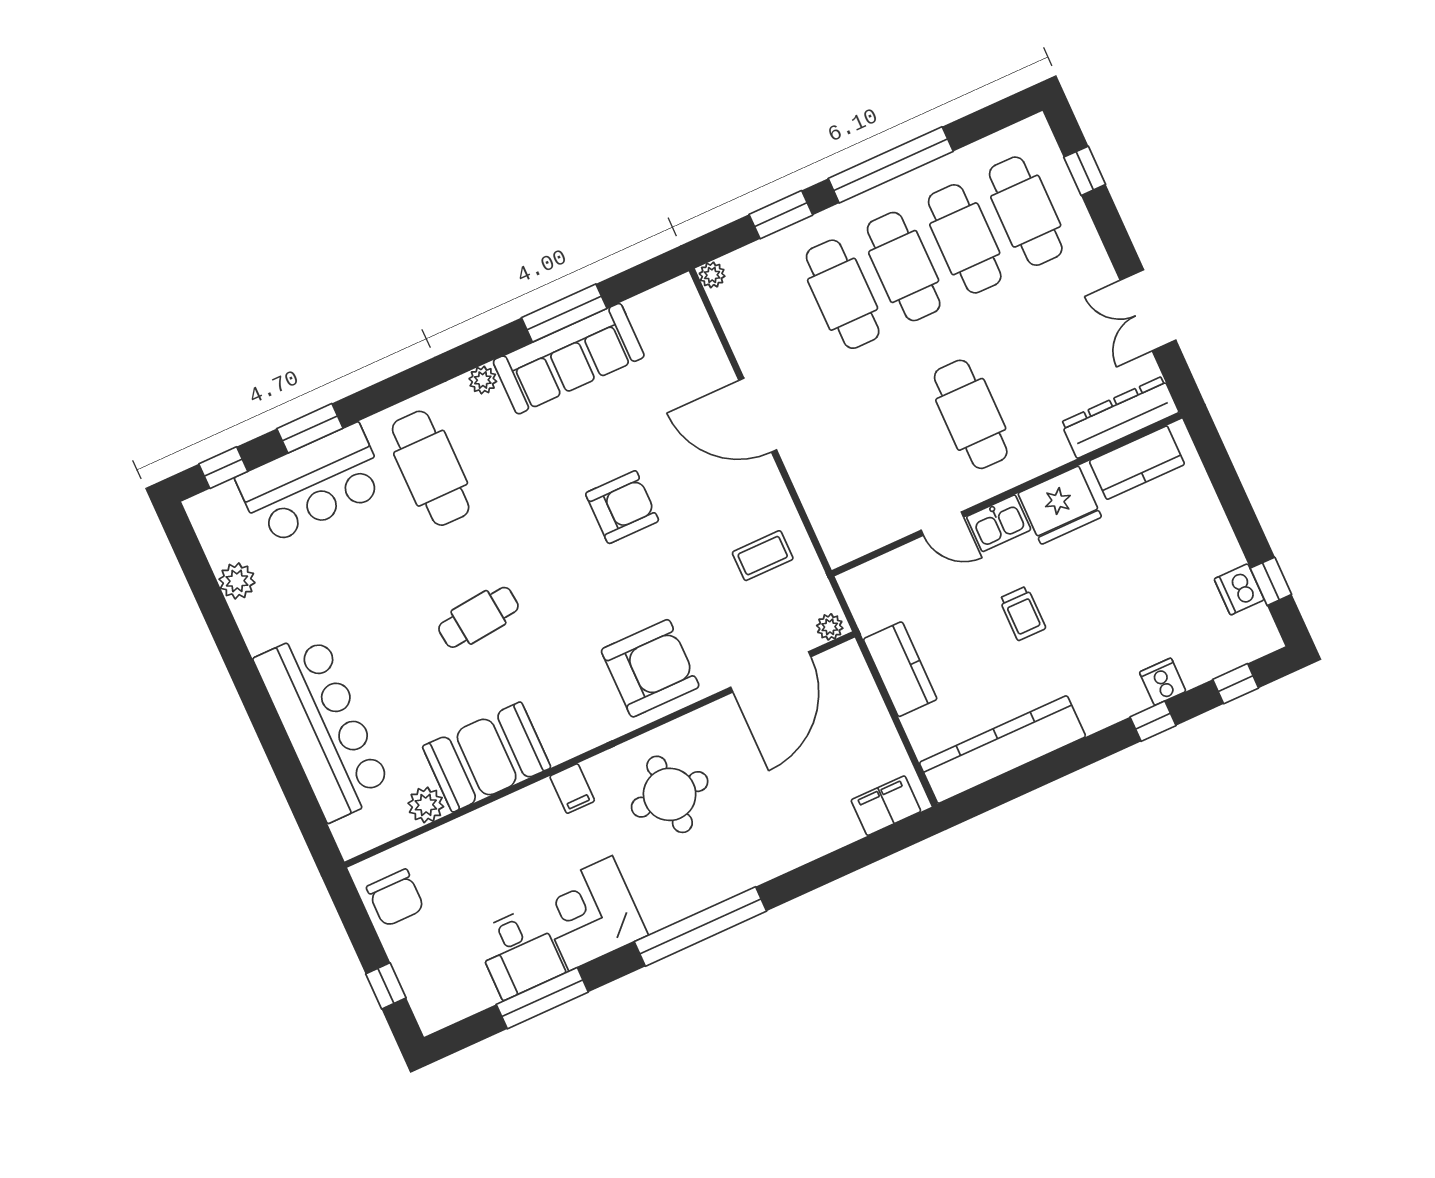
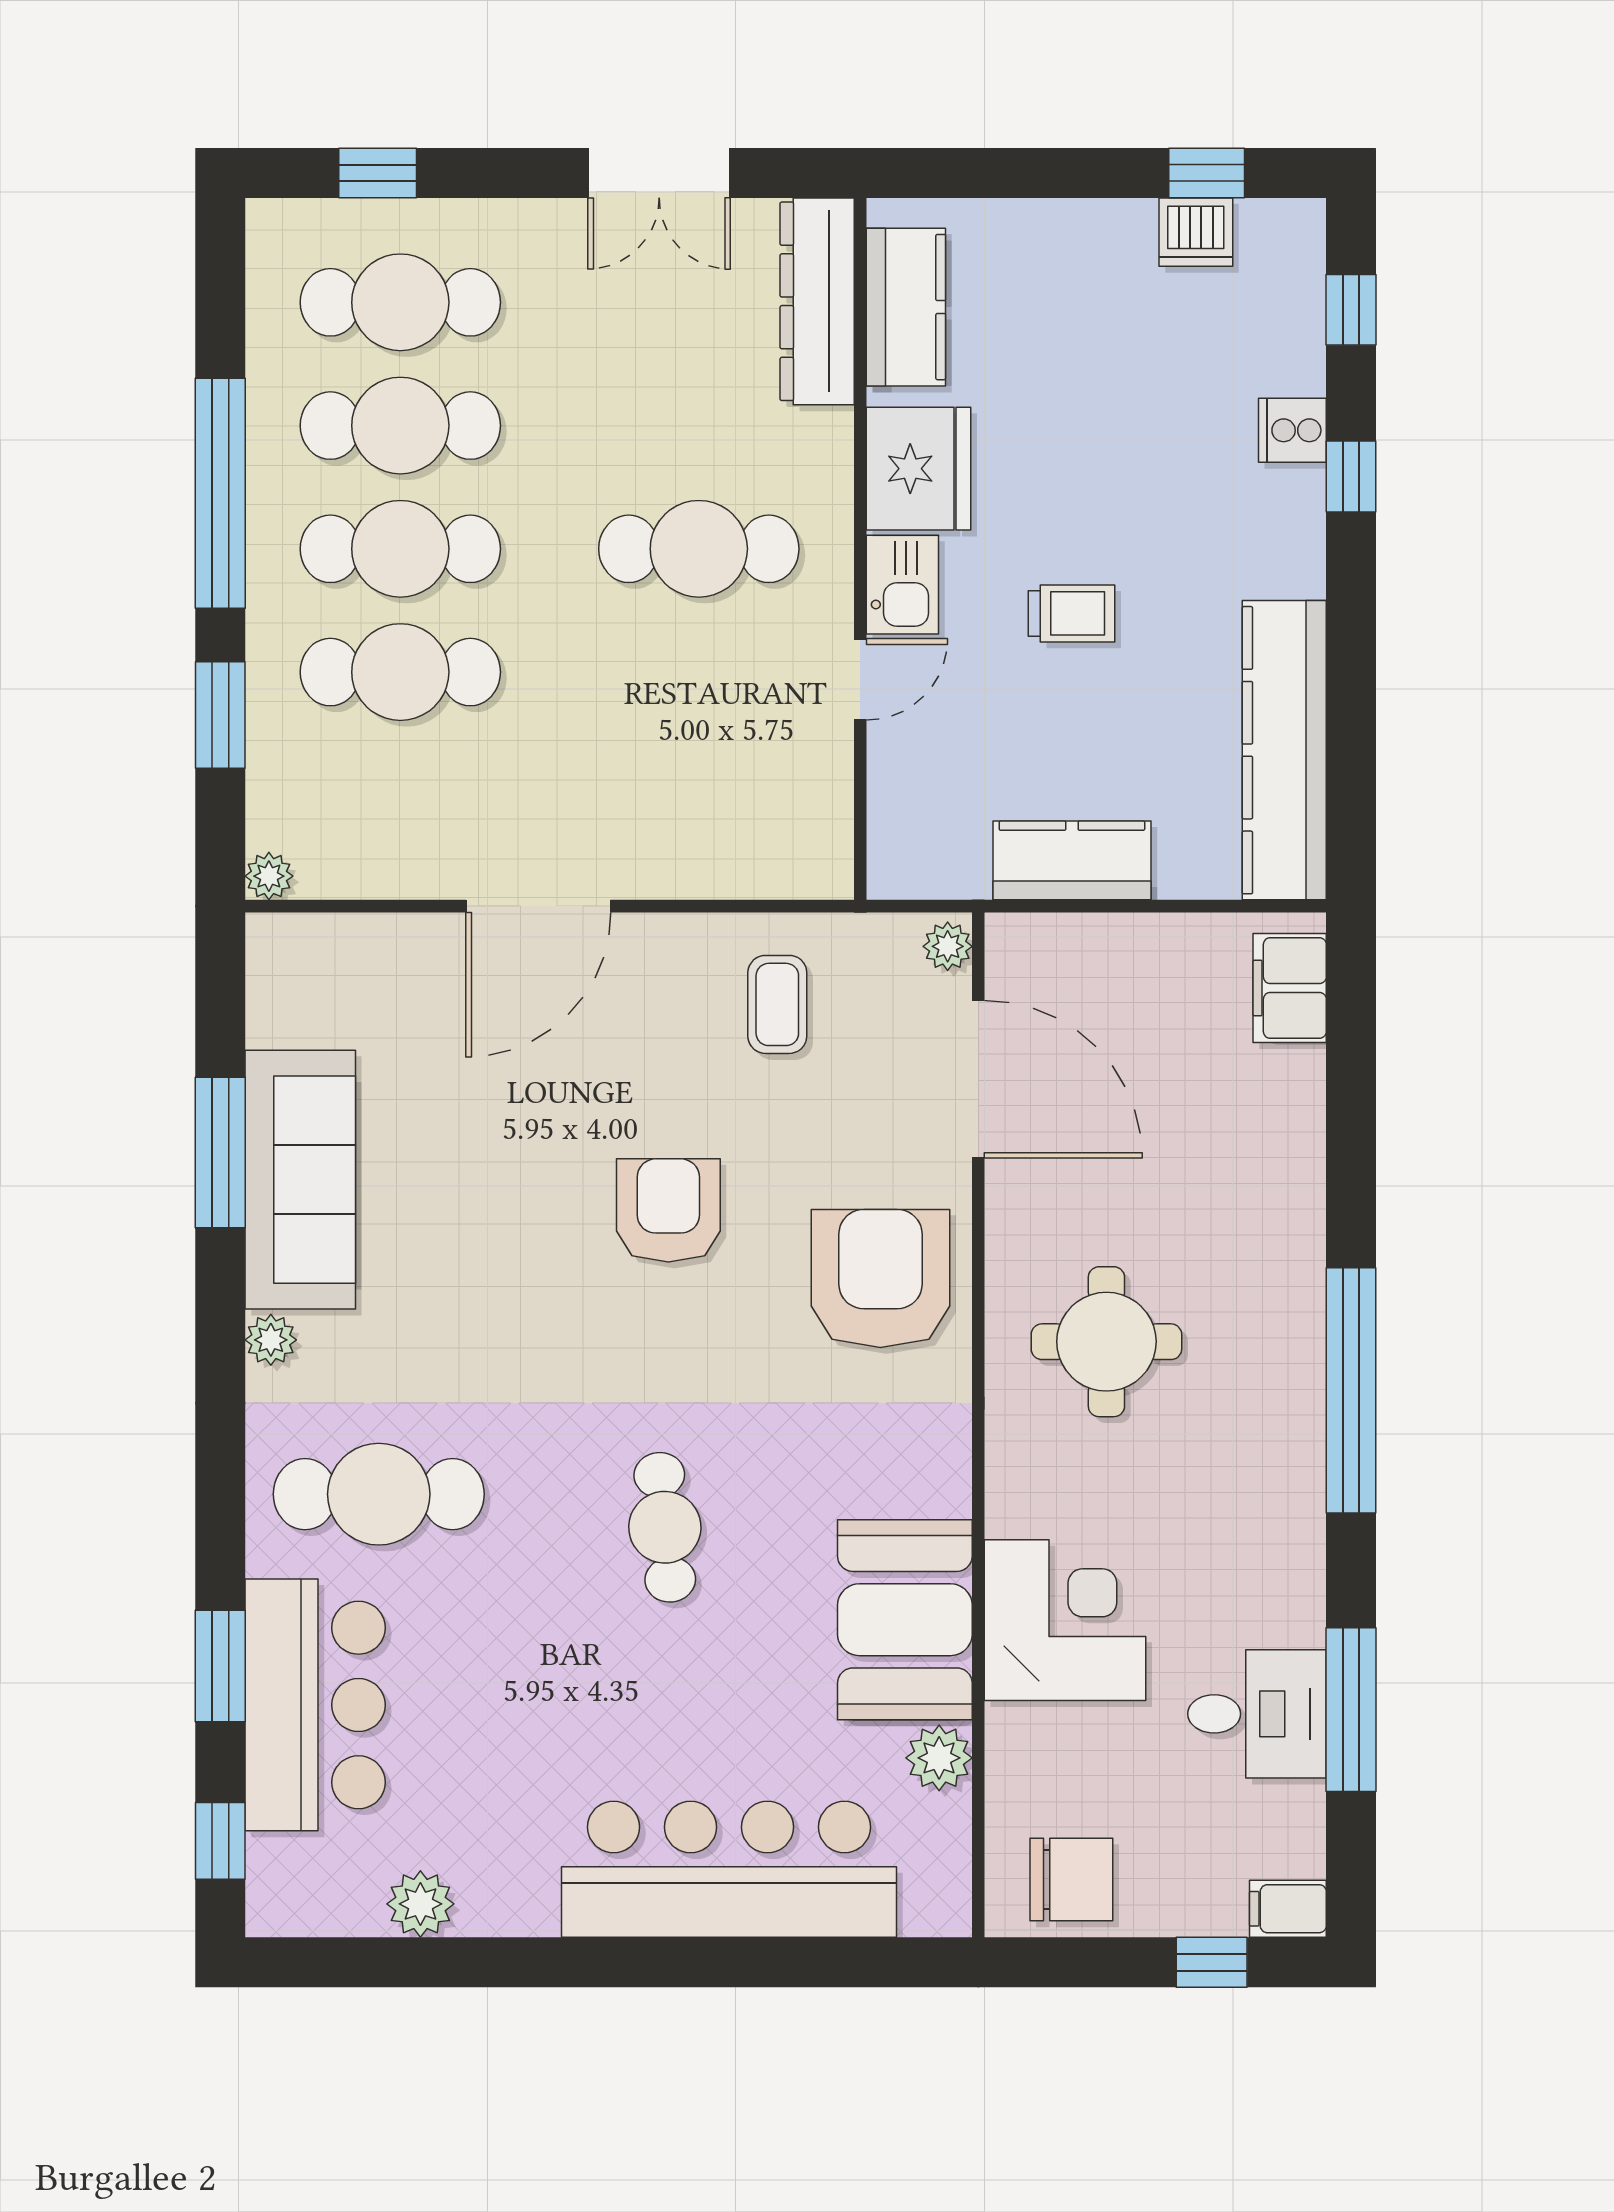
armchair: (622, 507) -> (668, 1210), moved
filing cabinet: (572, 789) -> (1288, 1909), moved, turned 180
corner desk: (591, 913) -> (1065, 1620), moved, turned 180

